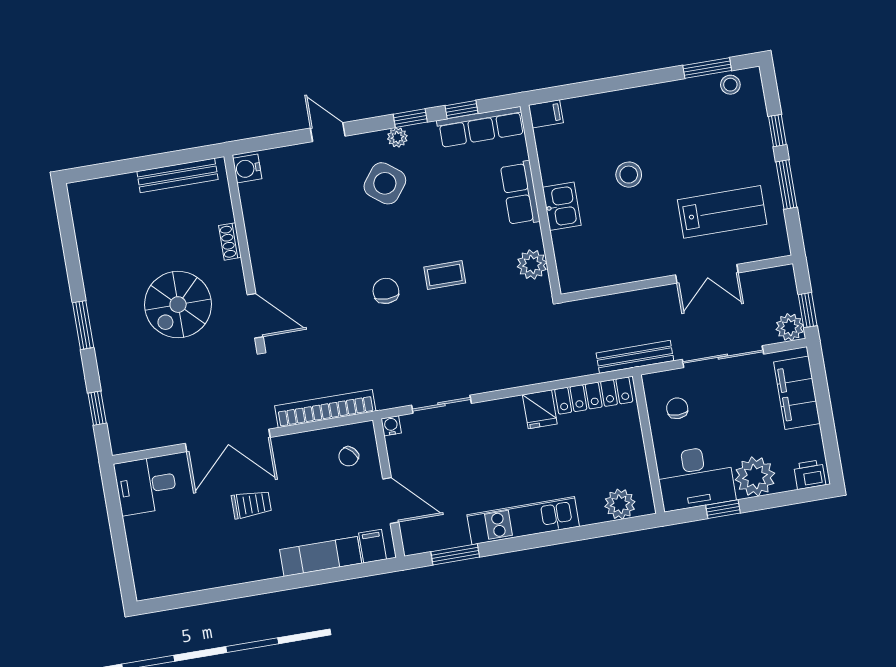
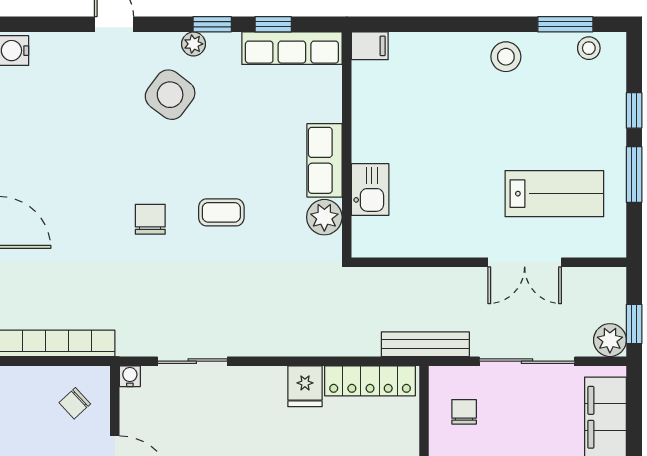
stool: (629, 175) -> (506, 57), moved
row of seats: (520, 193) -> (324, 160), moved
kitchen sink: (562, 206) -> (370, 190), moved

